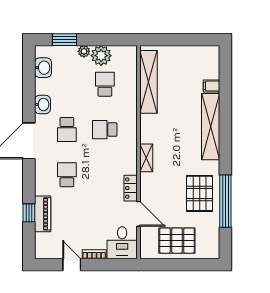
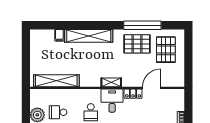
pallet: (177, 241) -> (166, 50), moved
desk: (122, 243) -> (112, 101), moved, turned -90

